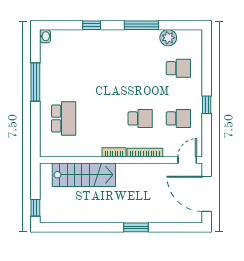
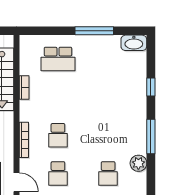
washbasin: (45, 36) -> (134, 43), width x1.91, depth x1.45
bookcase: (114, 152) -> (24, 88), moved

